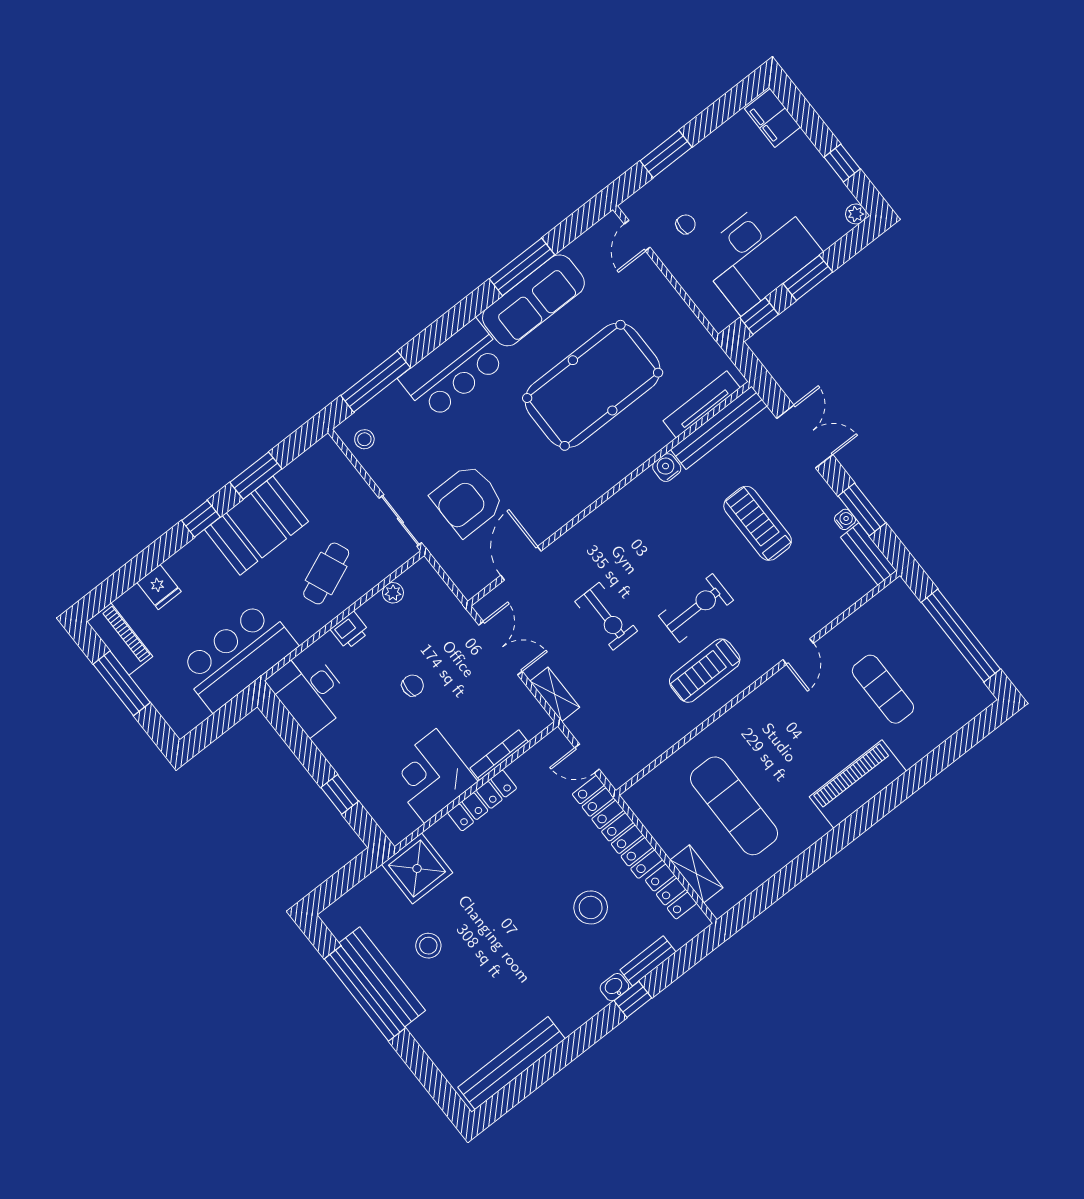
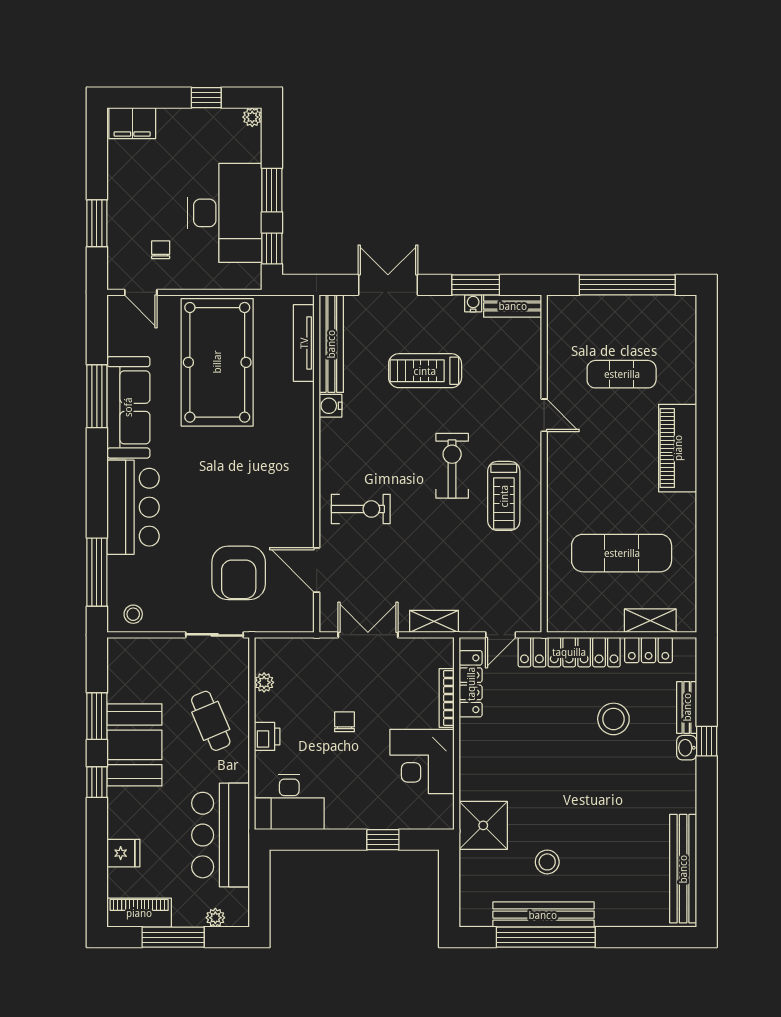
pool table: (593, 385) -> (217, 362), moved
exercise bike: (606, 616) -> (361, 509), moved
plant: (165, 706) -> (215, 918), added
locker: (482, 800) -> (471, 684), moved

